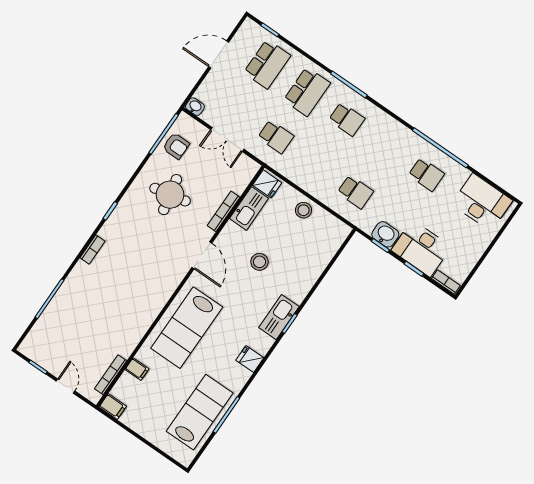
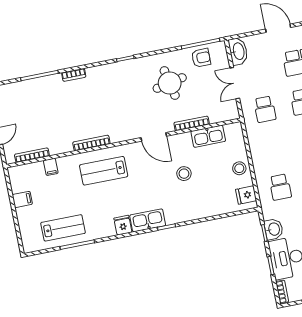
washbasin: (195, 107) -> (238, 51), width x1.91, depth x1.45
armchair: (176, 146) -> (201, 58), turned -90
fridge: (267, 184) -> (246, 195), moved, turned 90
bookcase: (92, 250) -> (74, 75), moved
door: (202, 255) -> (154, 137), hinge flipped
bookcase: (152, 314) -> (91, 143), added
kitchen sink: (279, 317) -> (148, 220), moved
lab bench: (187, 328) -> (104, 171), width x0.73, depth x0.72
filing cabinet: (113, 407) -> (22, 199), moved, turned -90
lab bench: (200, 412) -> (63, 228), width x0.73, depth x0.72

